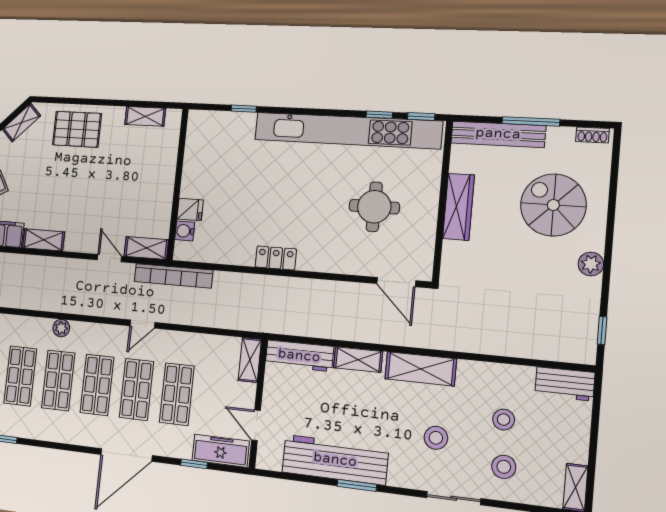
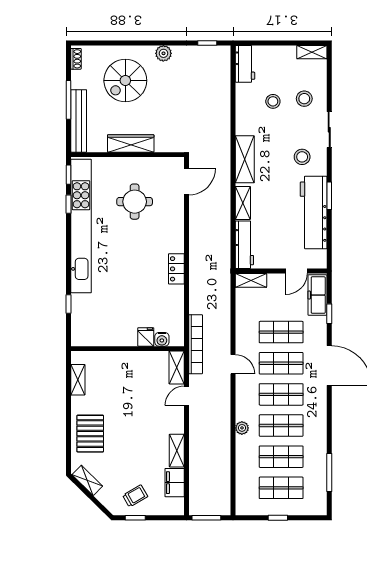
stool: (436, 438) -> (302, 157), moved

